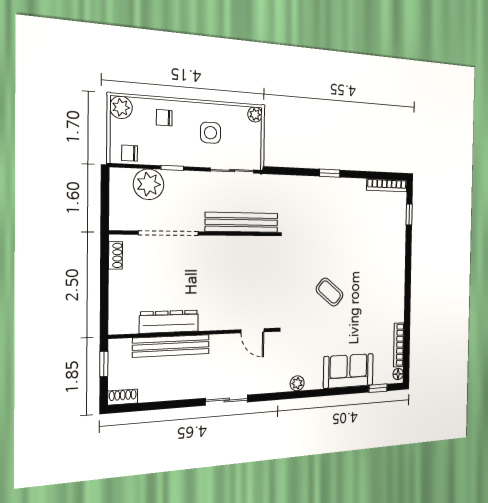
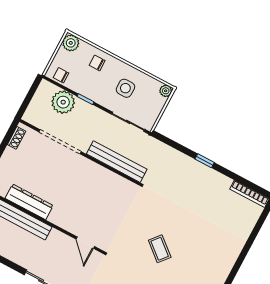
window: (409, 214) -> (258, 226), removed

